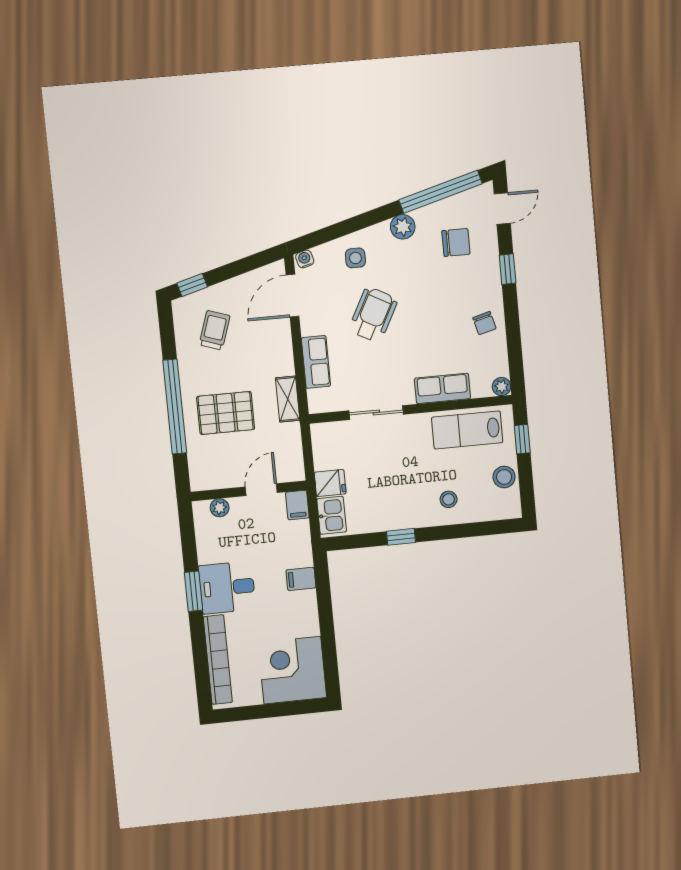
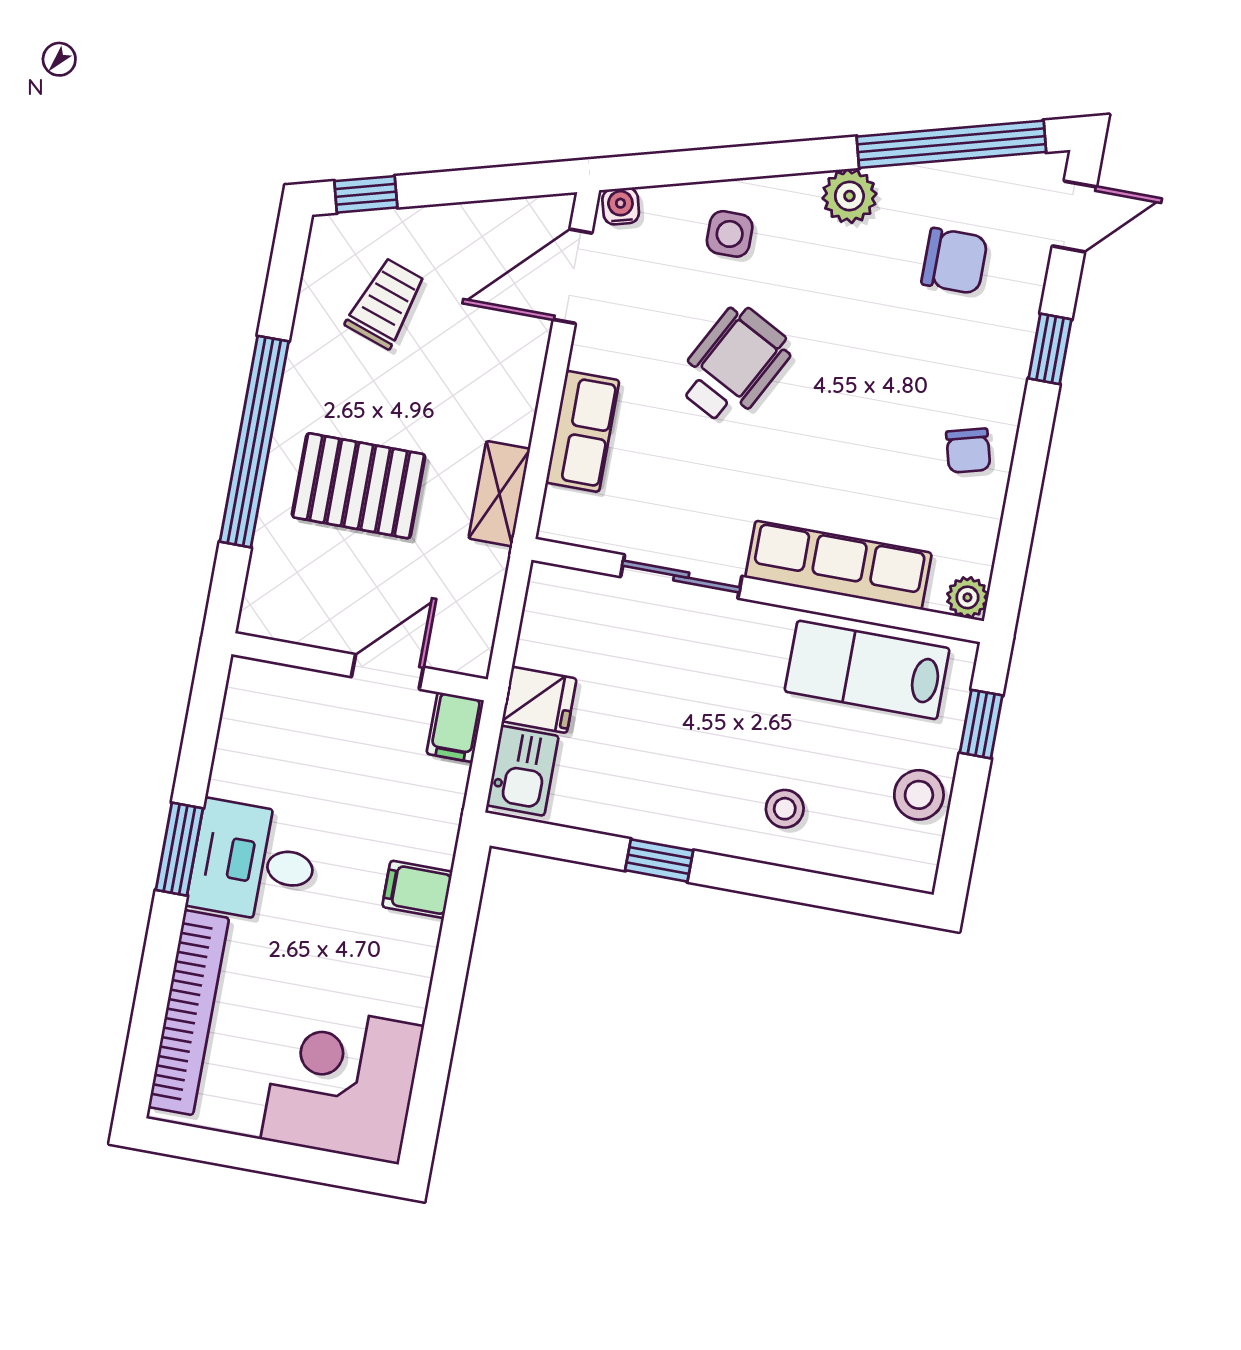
row of seats: (442, 388) -> (838, 565), width x1.48
plant: (220, 508) -> (287, 685), removed

